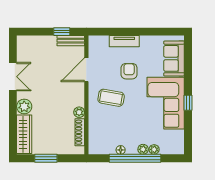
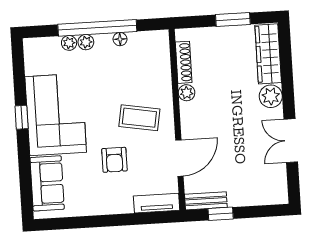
tv unit: (124, 41) -> (157, 203), moved

